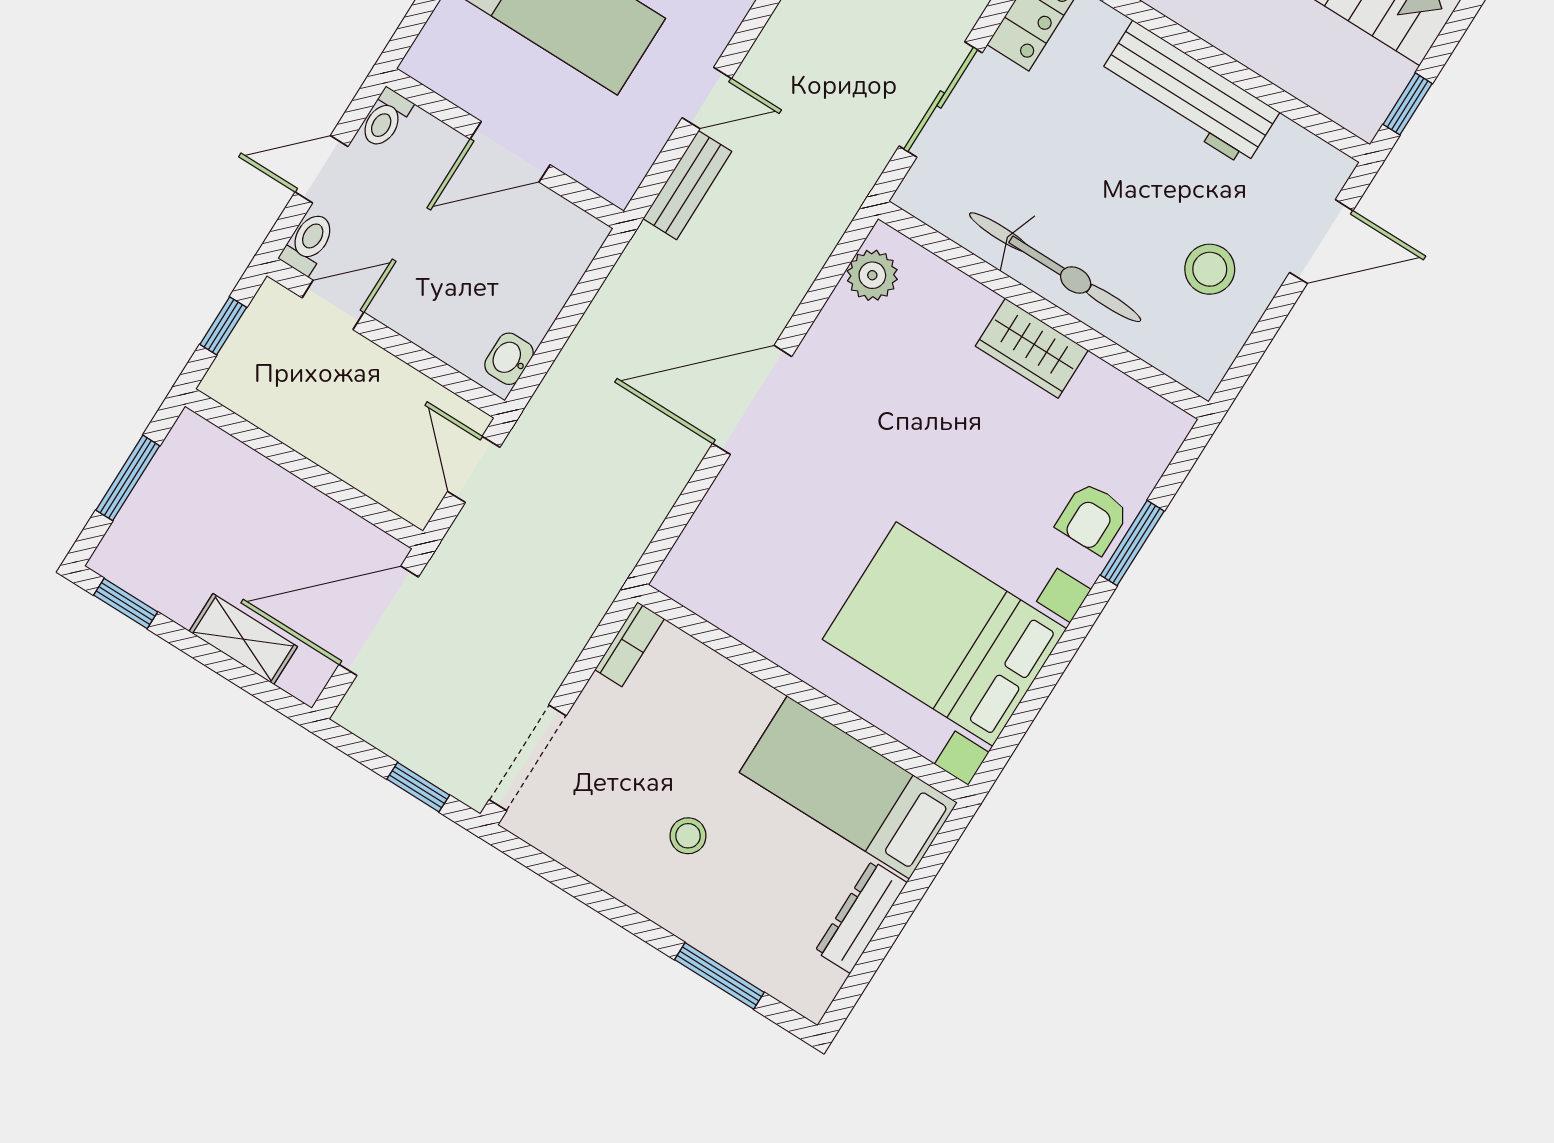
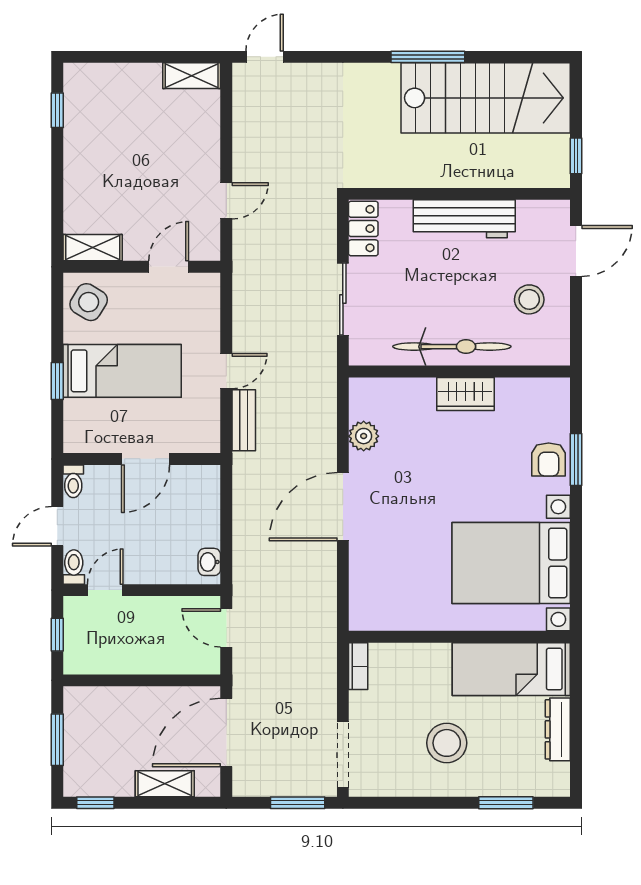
plant: (872, 275) -> (364, 436), moved
window: (418, 787) -> (298, 803), width x1.50
stool: (688, 836) -> (447, 743), width x1.89, depth x1.89

